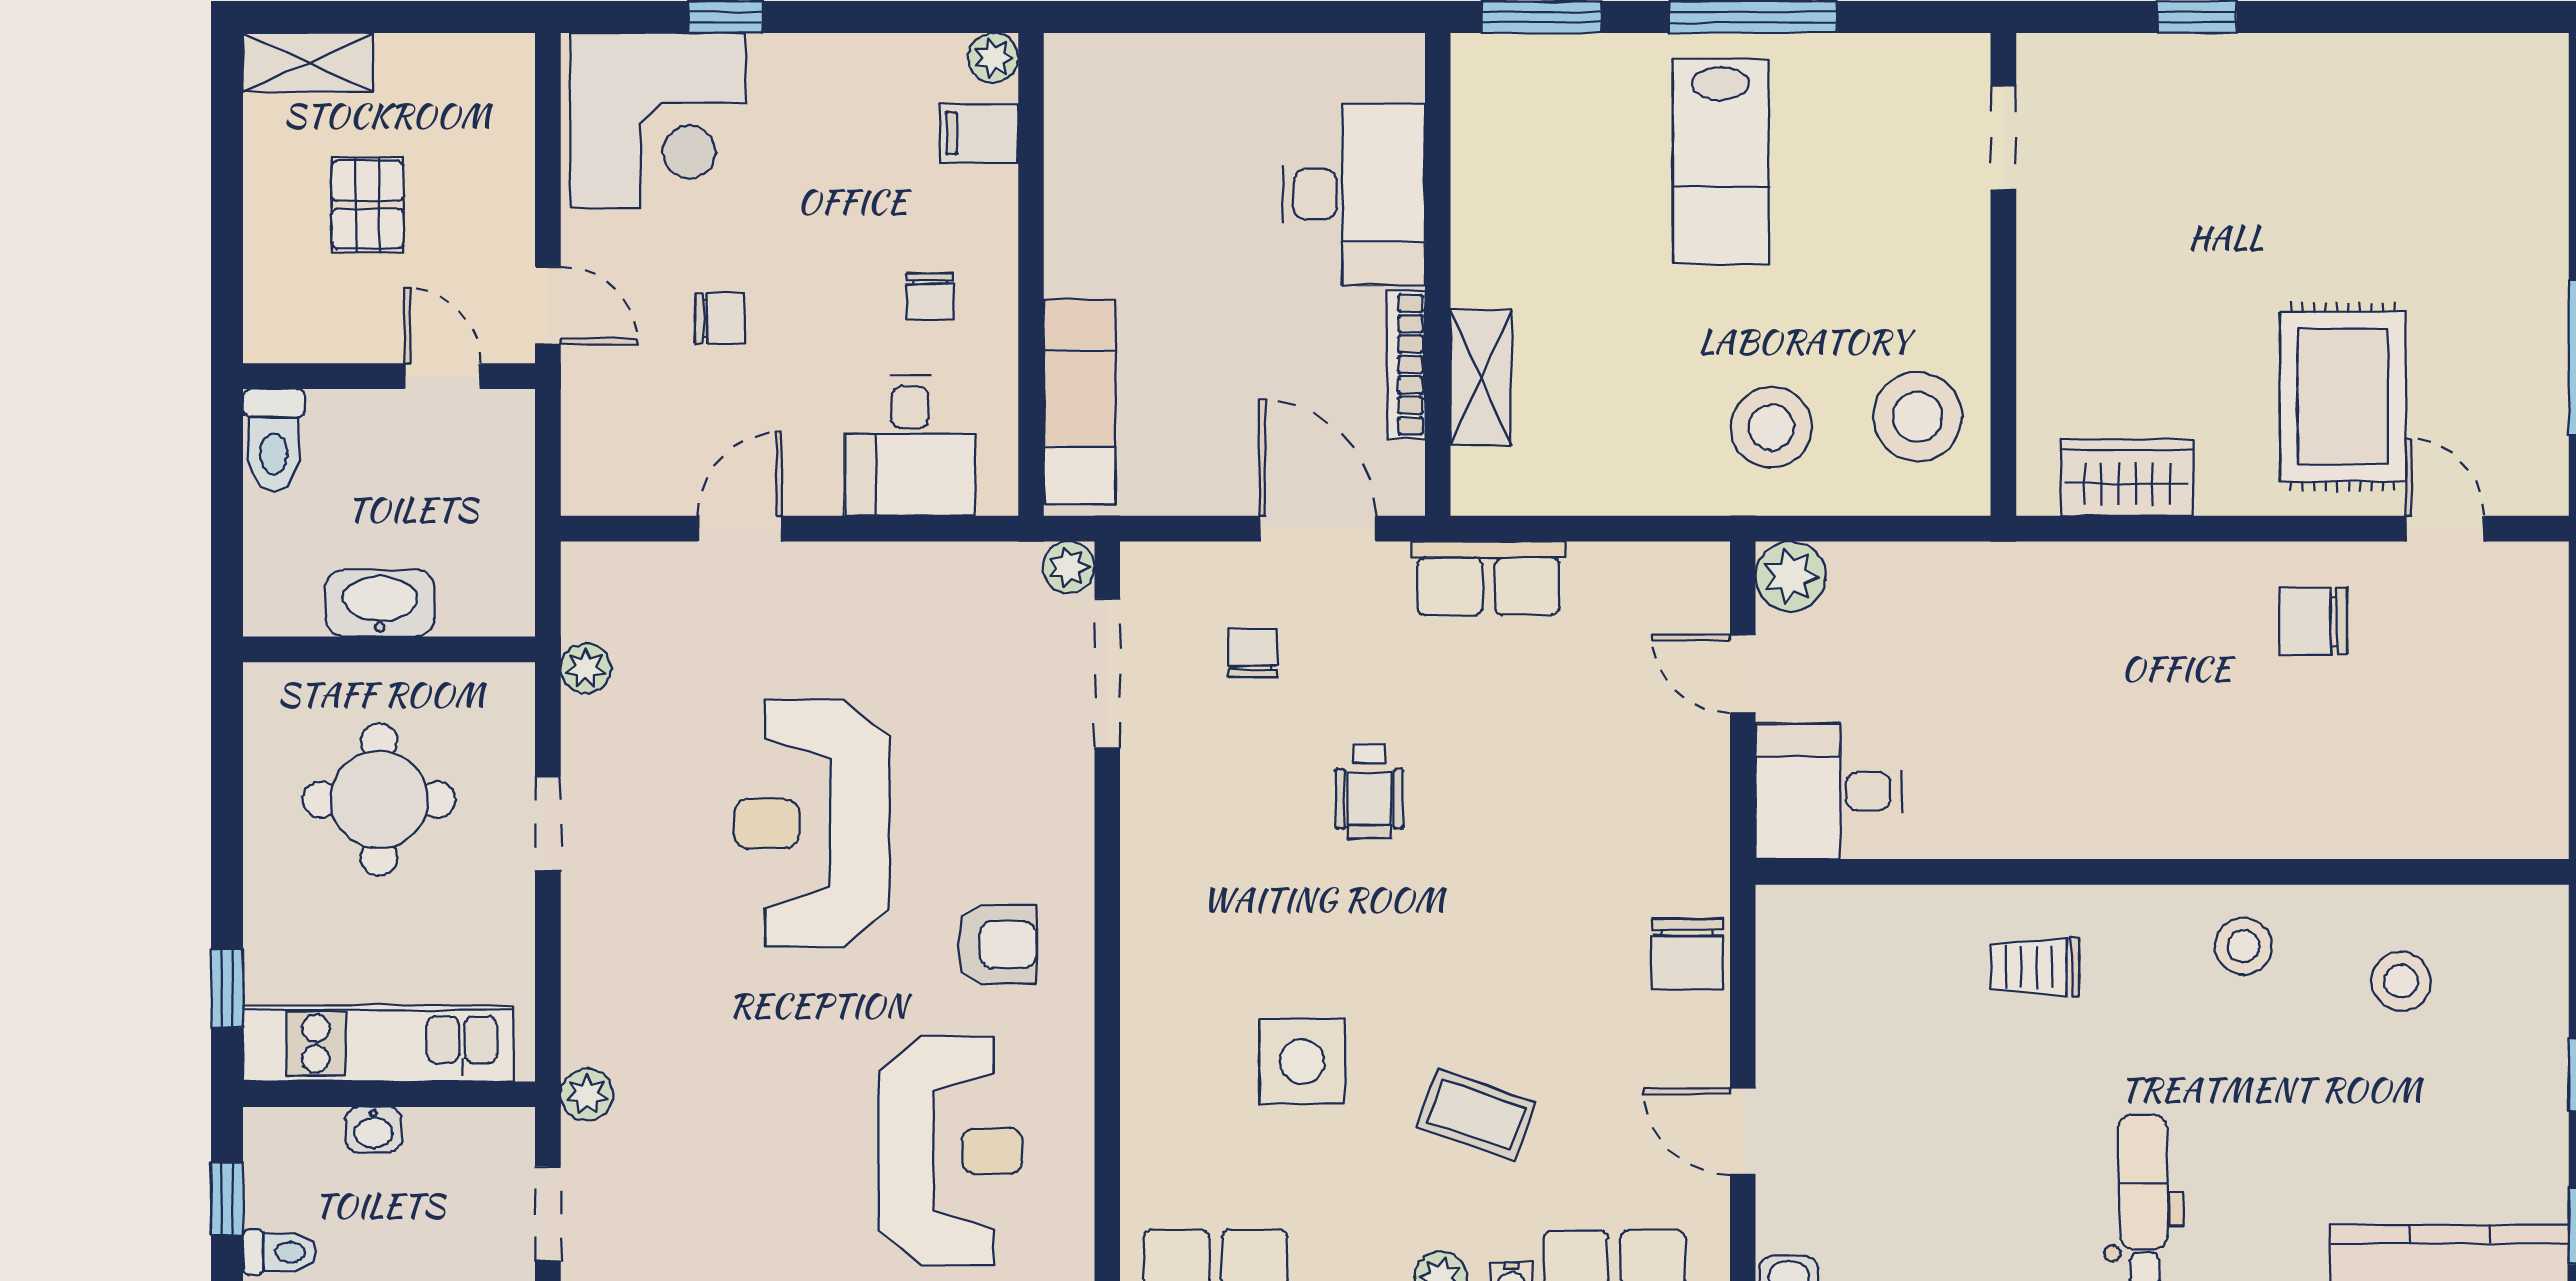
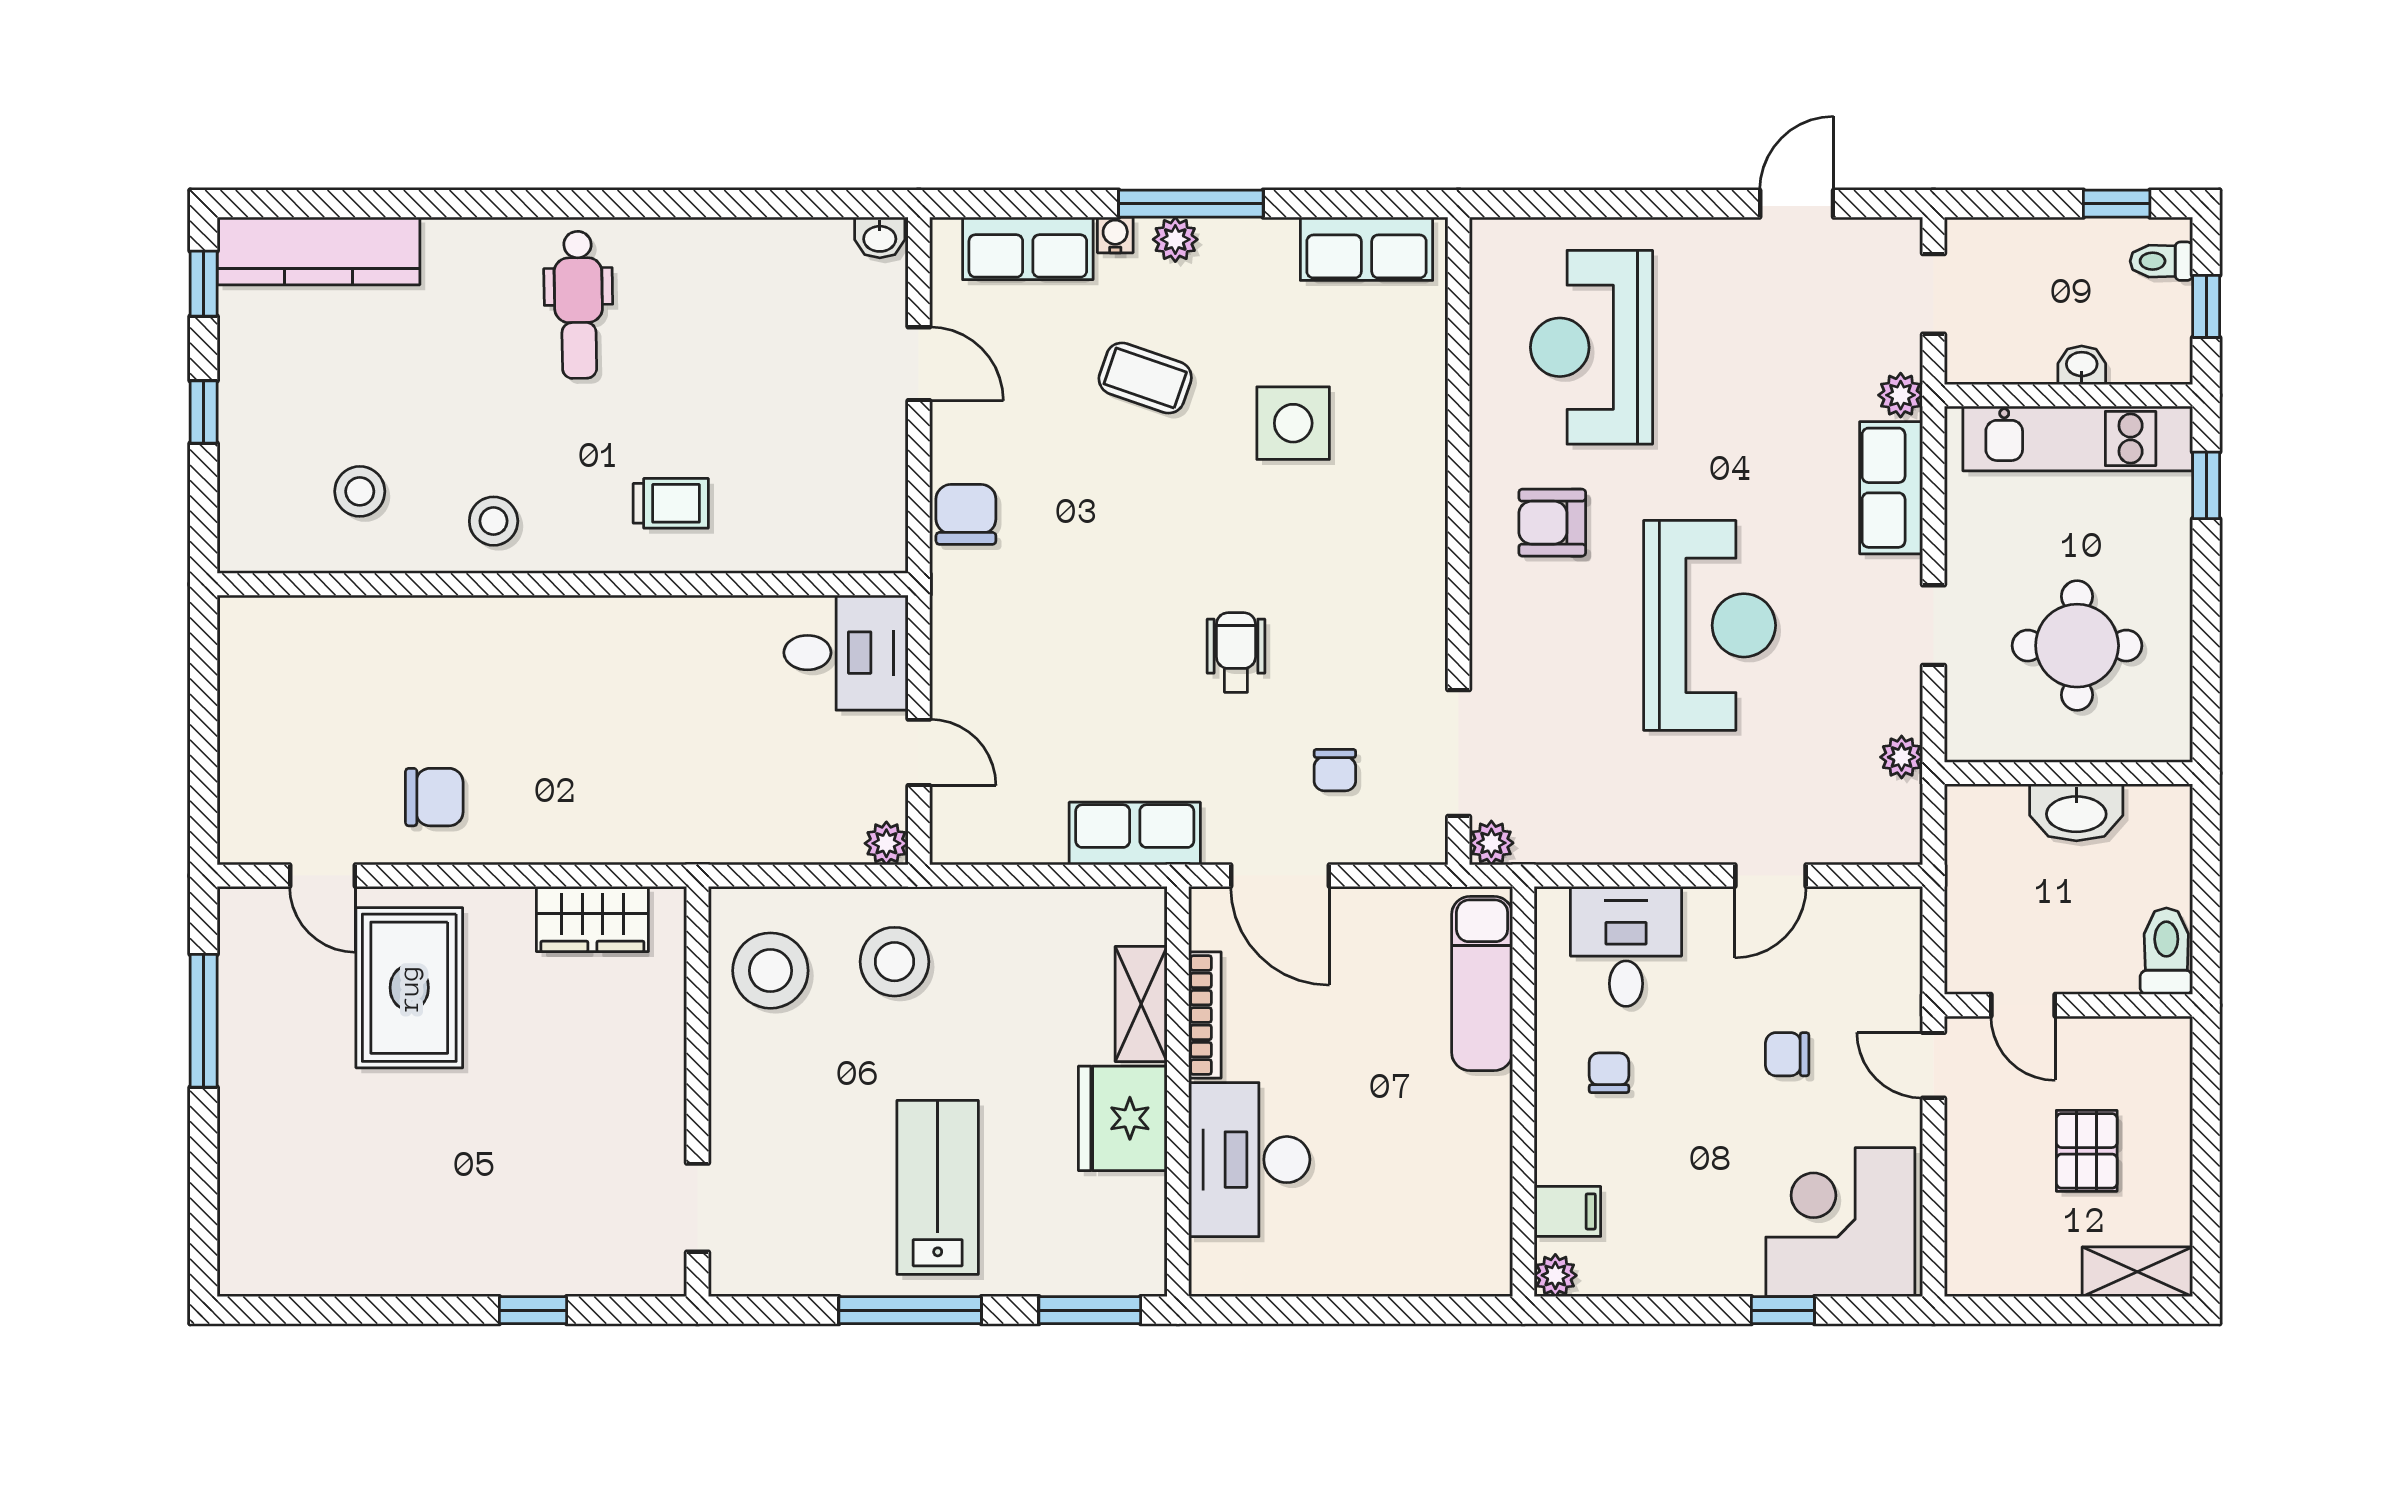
fridge: (1503, 243) -> (1123, 1118), added
plant: (1791, 576) -> (886, 843), width x0.73, depth x0.73
row of seats: (598, 985) -> (1891, 488), added

